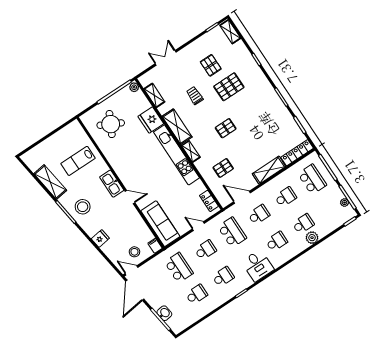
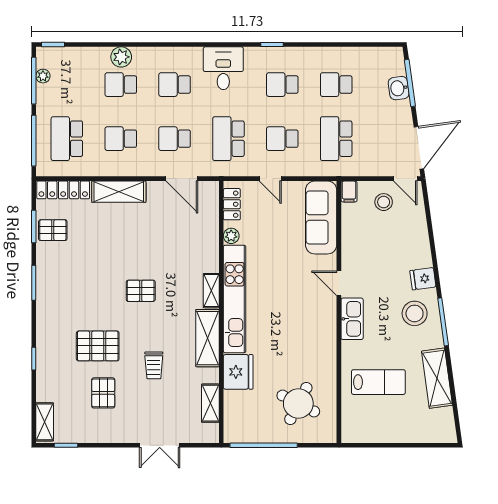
plant: (134, 87) -> (231, 236), moved
pallet: (223, 168) -> (53, 230), moved
fridge: (100, 239) -> (423, 279), moved

